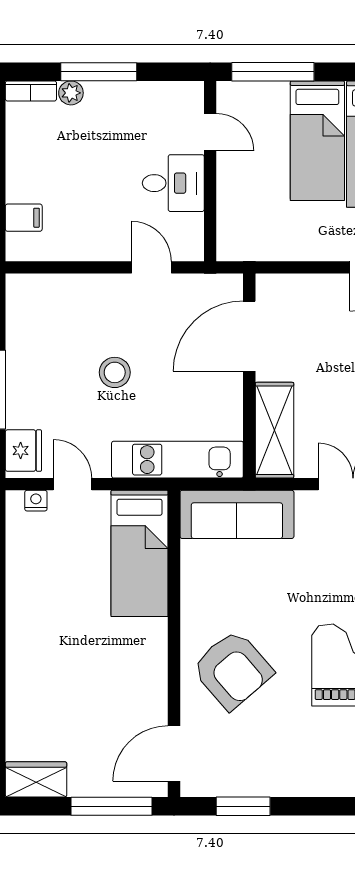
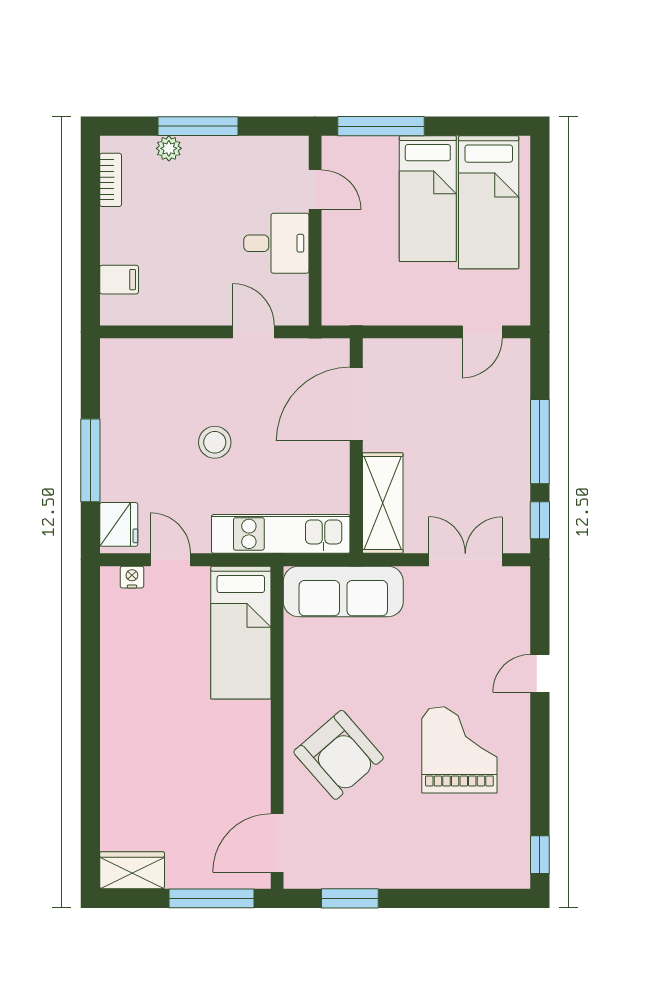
bookcase: (31, 91) -> (111, 180), moved, turned -90

